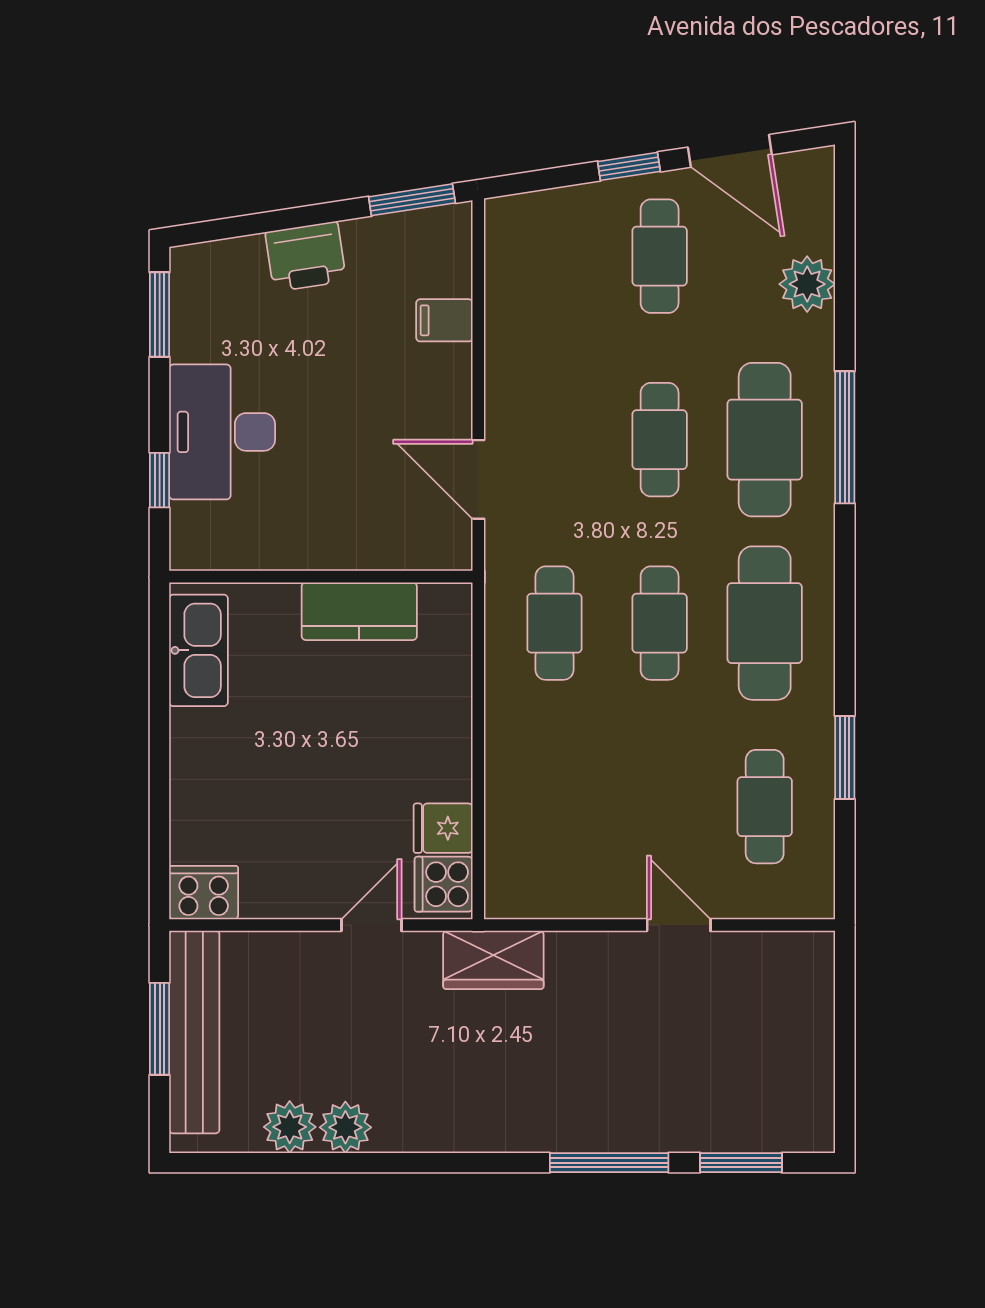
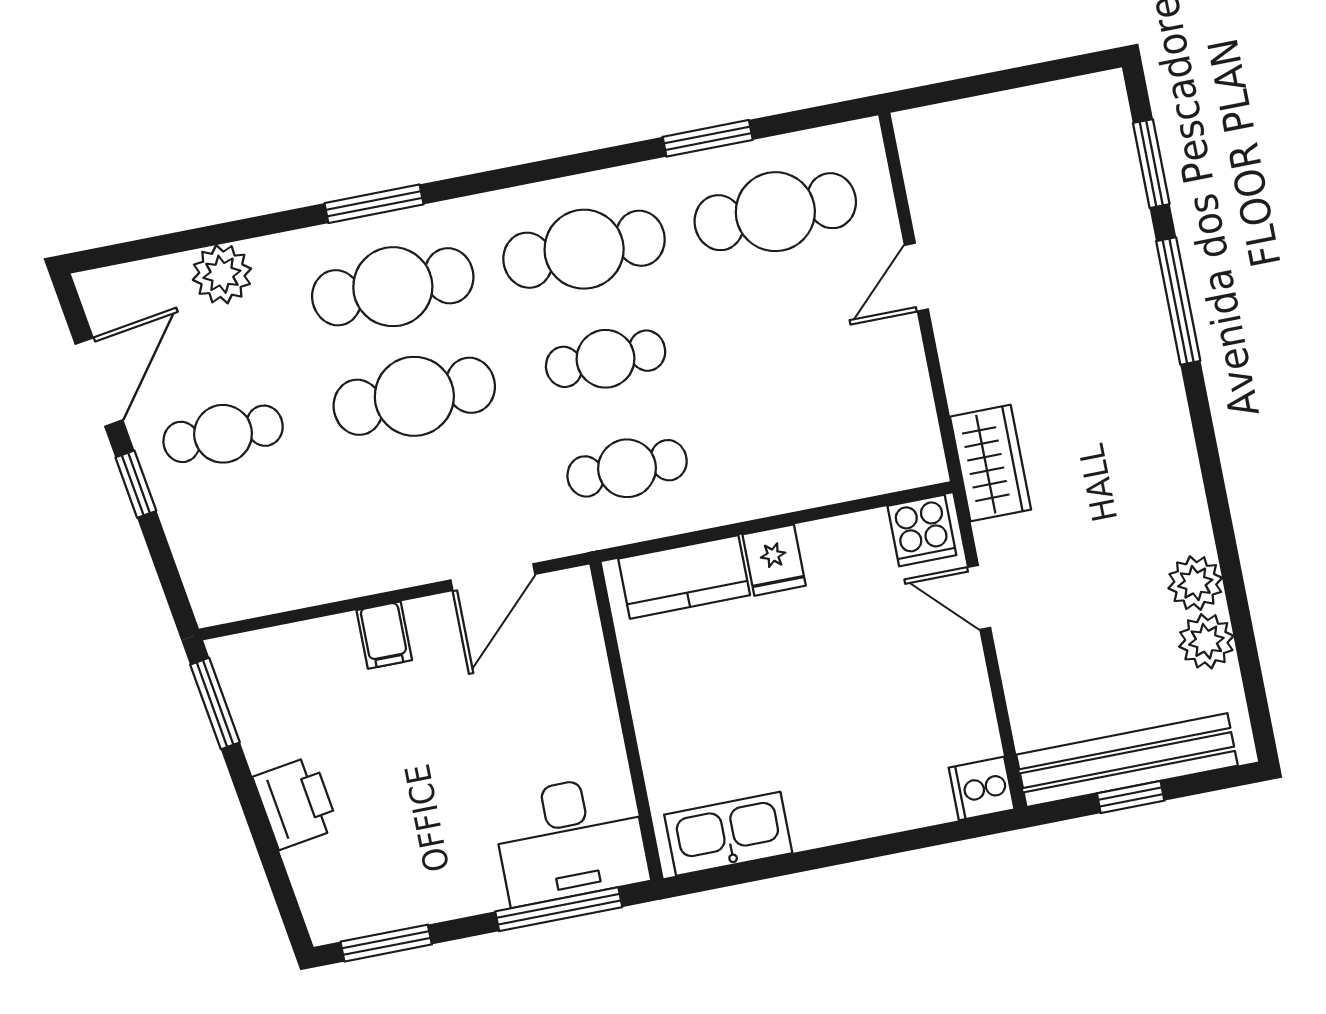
filing cabinet: (444, 320) -> (384, 635), moved
desk: (222, 432) -> (570, 839), moved
window: (845, 437) -> (374, 204), width x0.69
cafe table: (660, 440) -> (414, 396), width x1.37, depth x1.35
window: (160, 480) -> (559, 909), width x2.17
kitchen counter: (359, 611) -> (684, 577), moved, turned 90
cafe table: (765, 807) -> (775, 212), width x1.37, depth x1.35
fridge: (443, 828) -> (774, 560), moved
cooker: (204, 893) -> (982, 789), width x0.73
window: (160, 1029) -> (1131, 797), width x0.67

